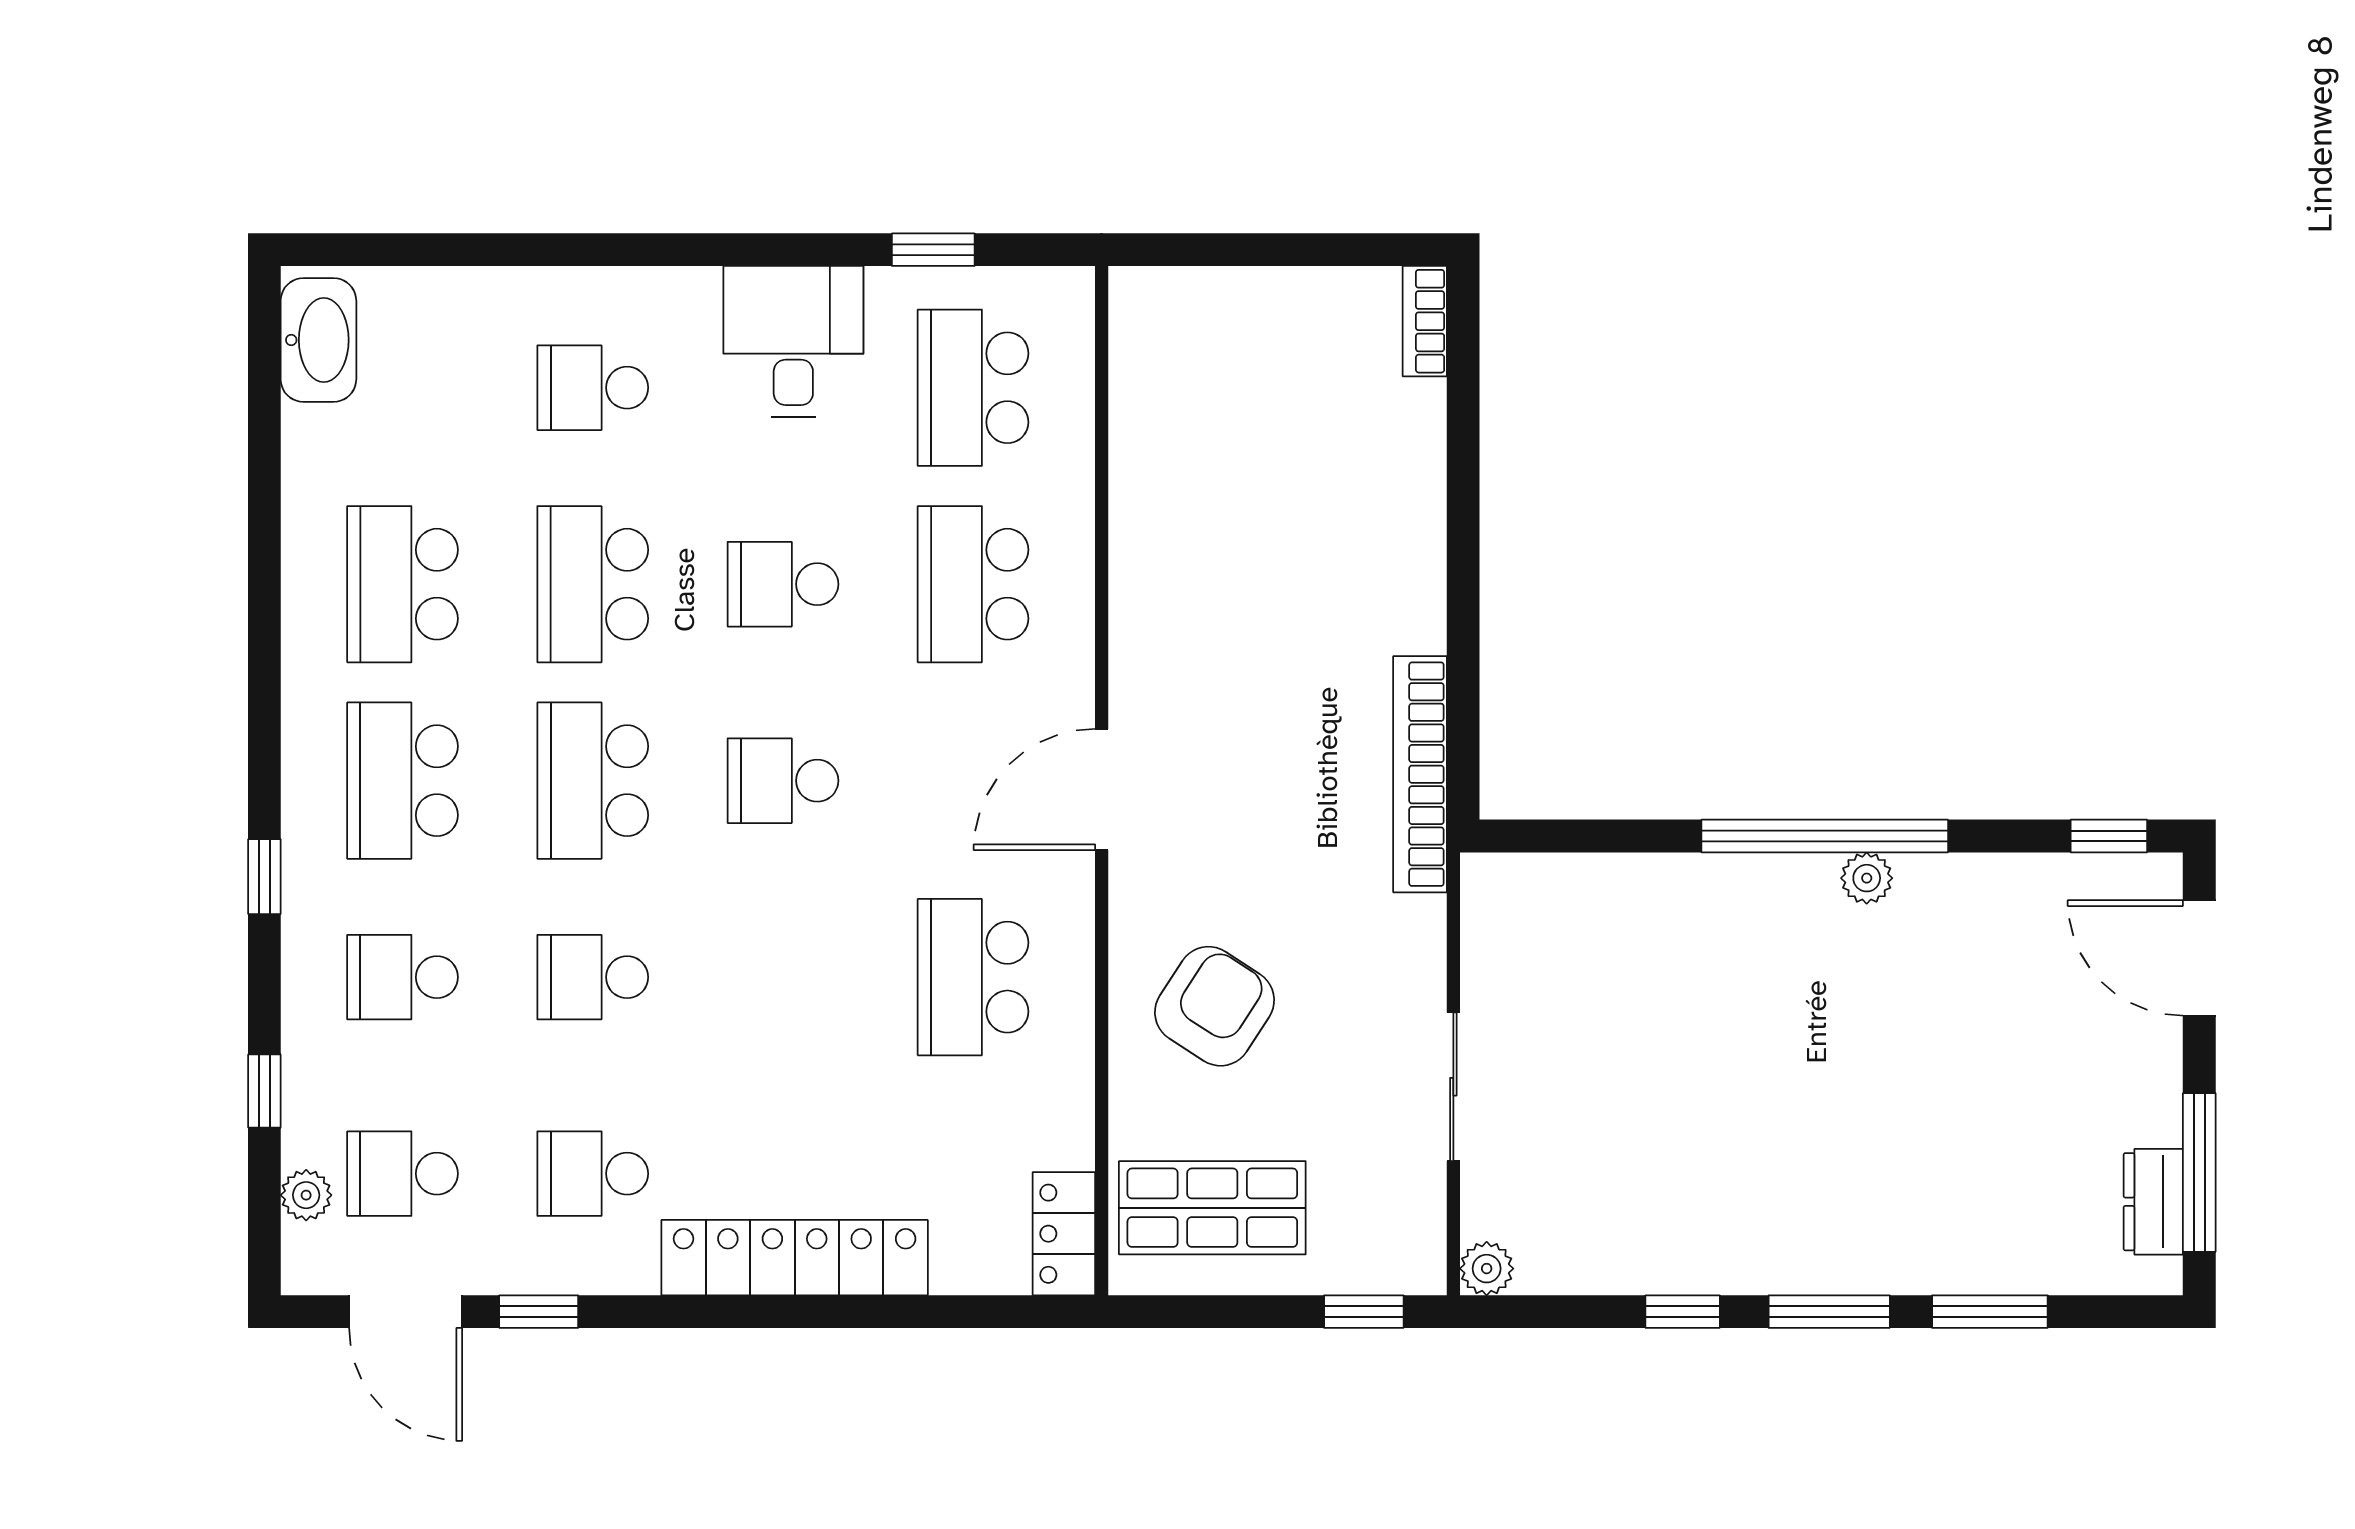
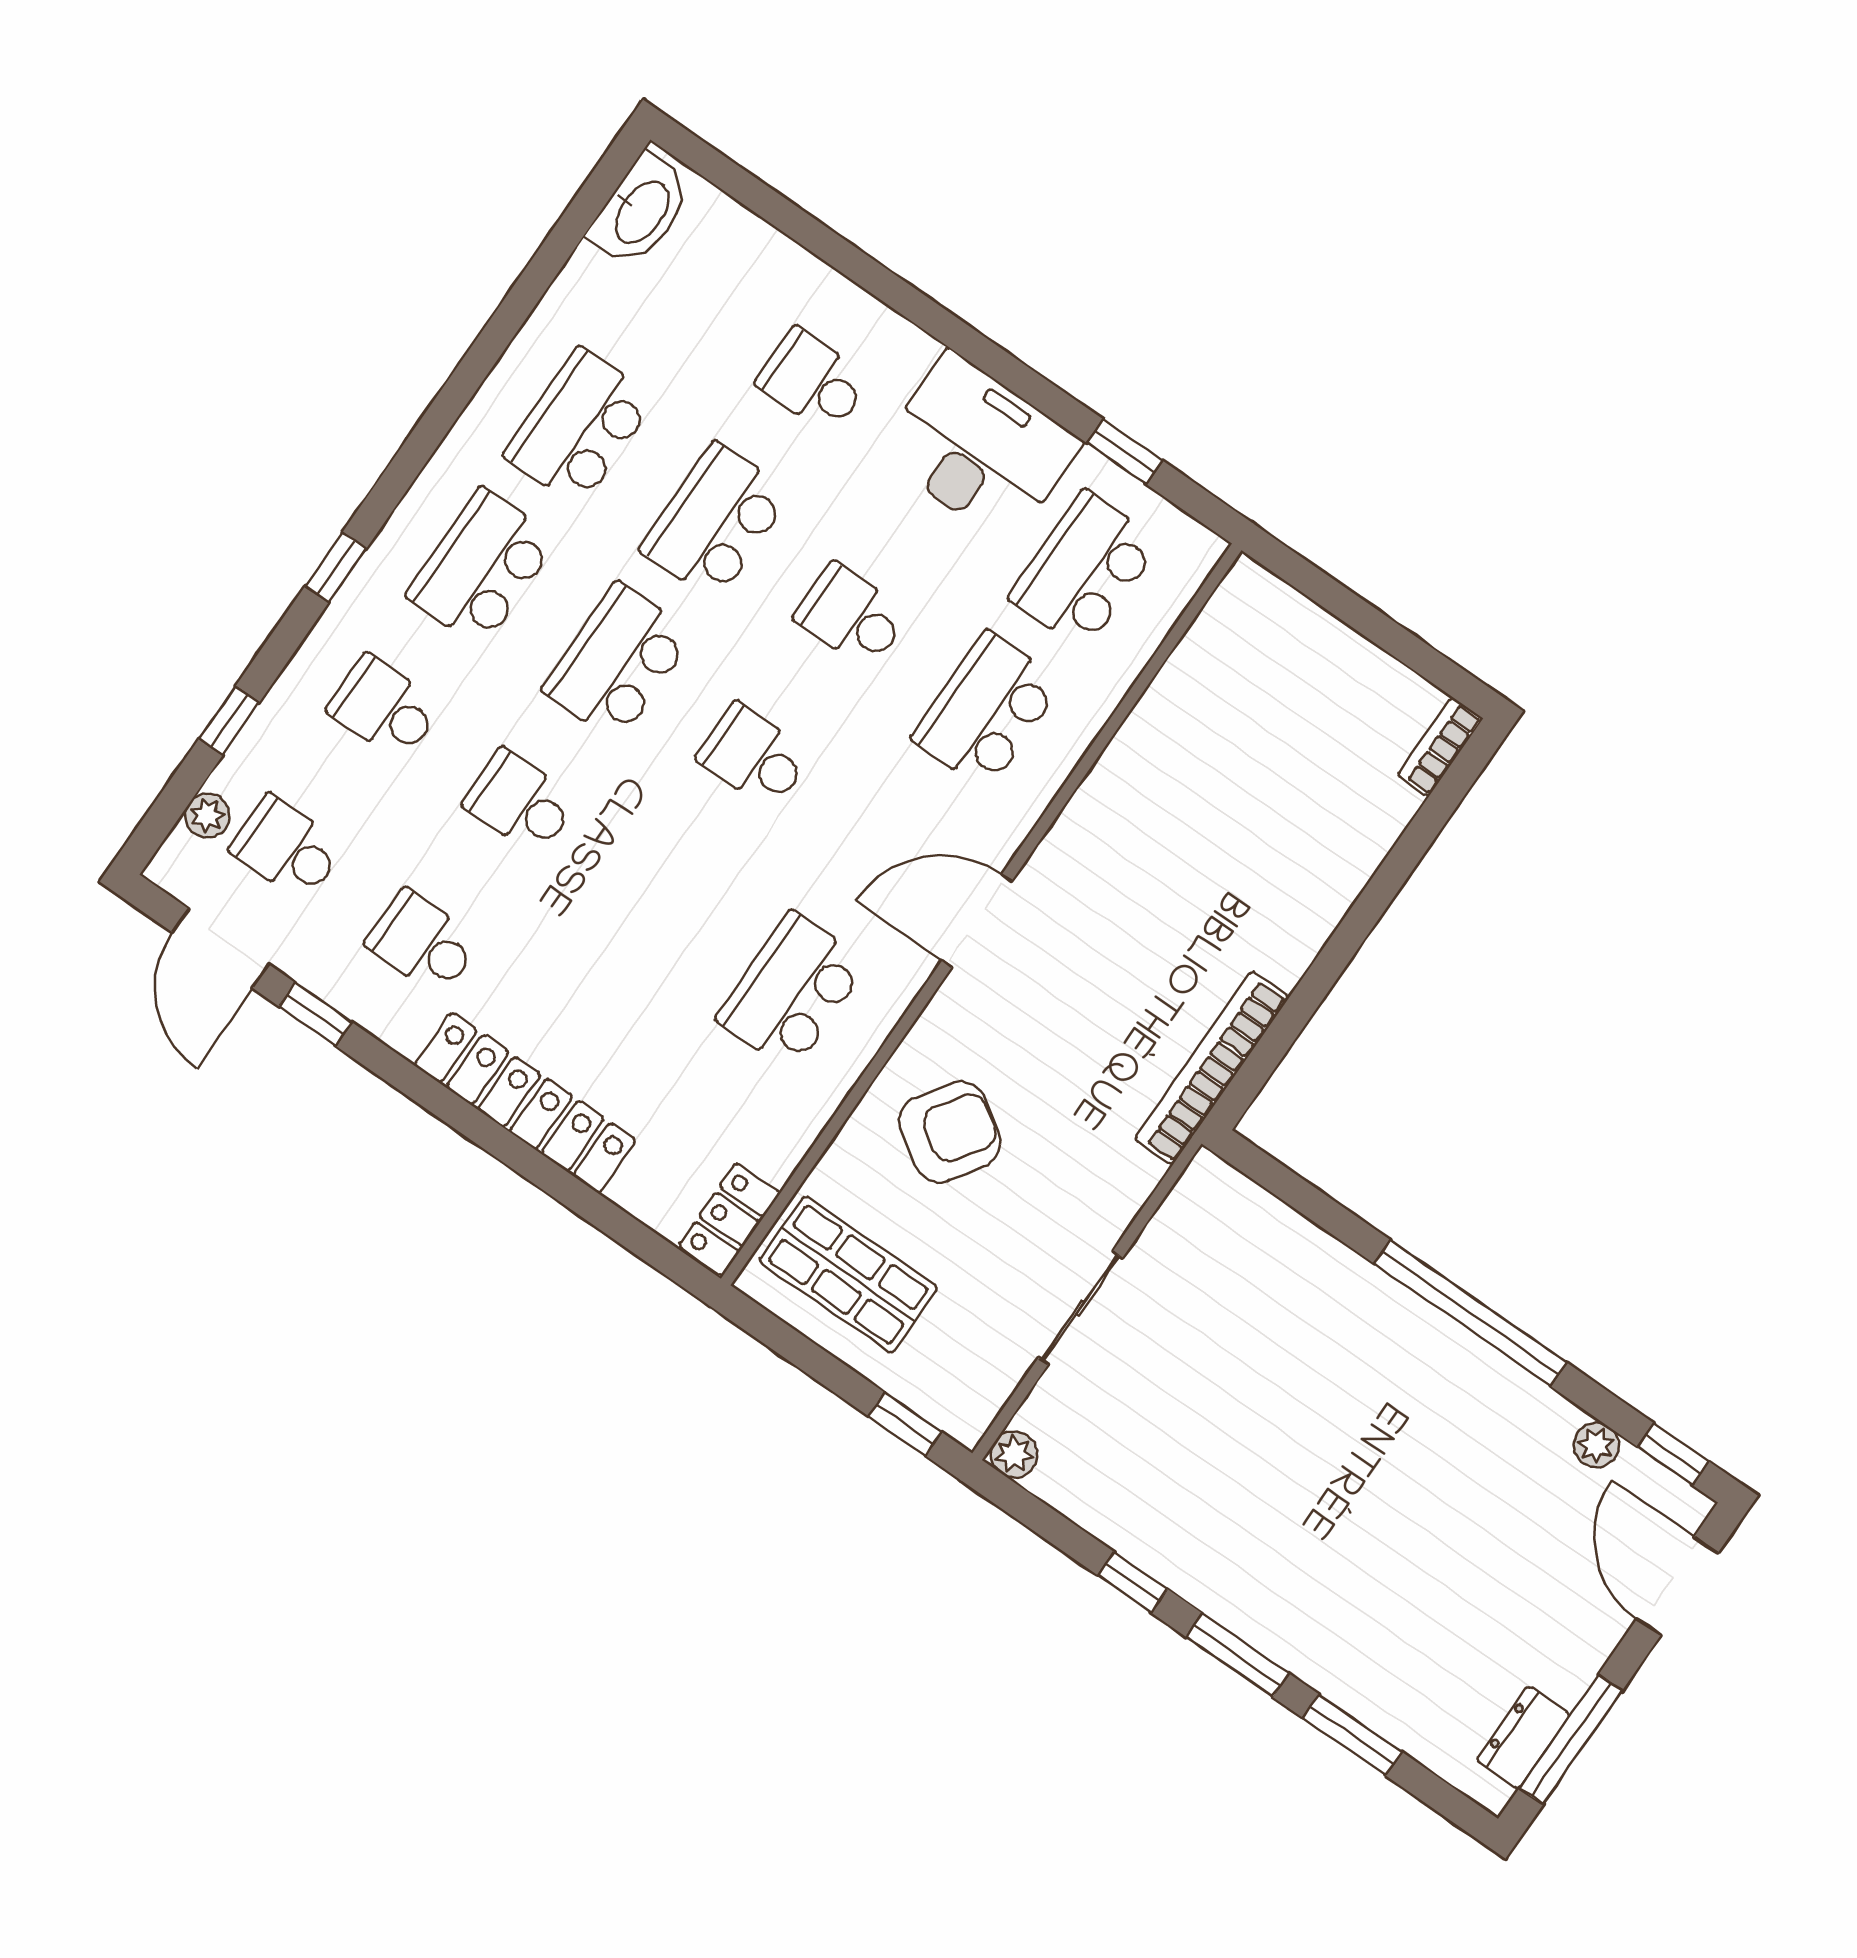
desk: (793, 342) -> (979, 448), width x1.37
plant: (1867, 878) -> (1596, 1445), moved

